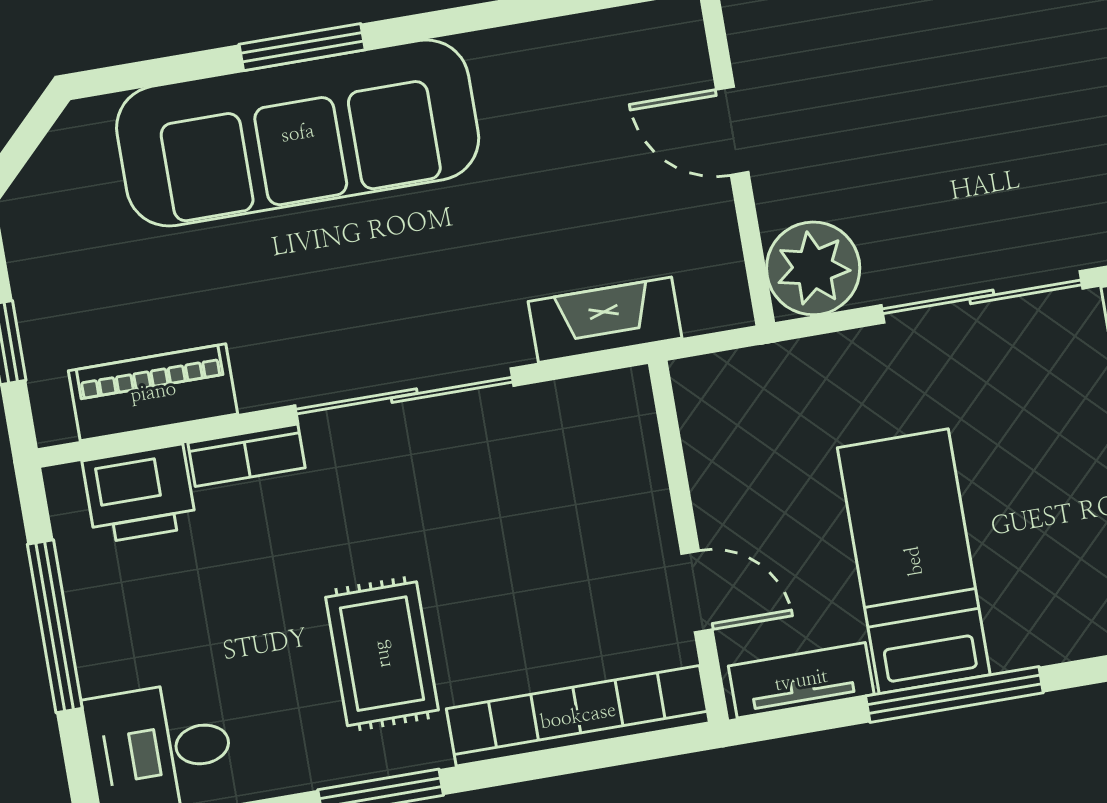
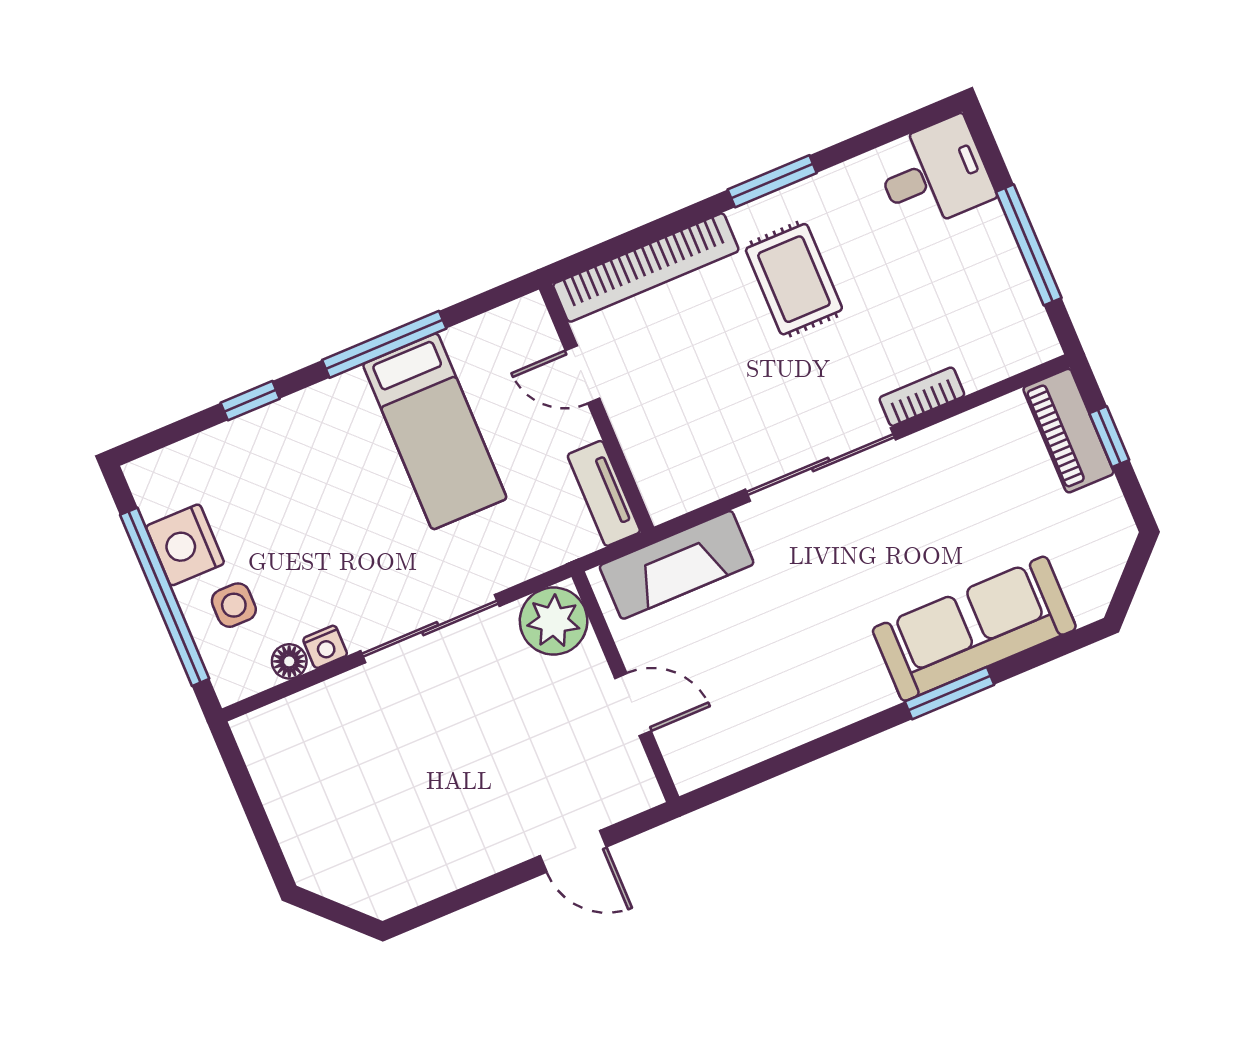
sofa: (298, 133) -> (974, 629), width x0.74, depth x0.79
fireplace: (605, 320) -> (677, 565), width x1.37, depth x1.32
piano: (153, 392) -> (1068, 431), moved, turned 90
printer: (139, 494) -> (991, 352), removed
tv unit: (801, 680) -> (604, 493), moved, turned 90

